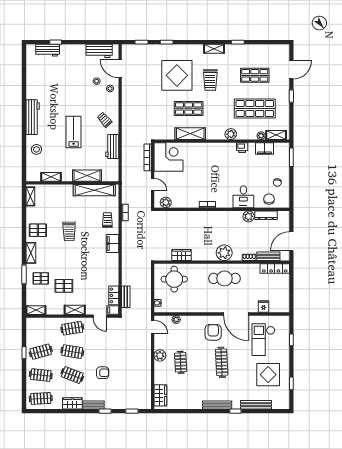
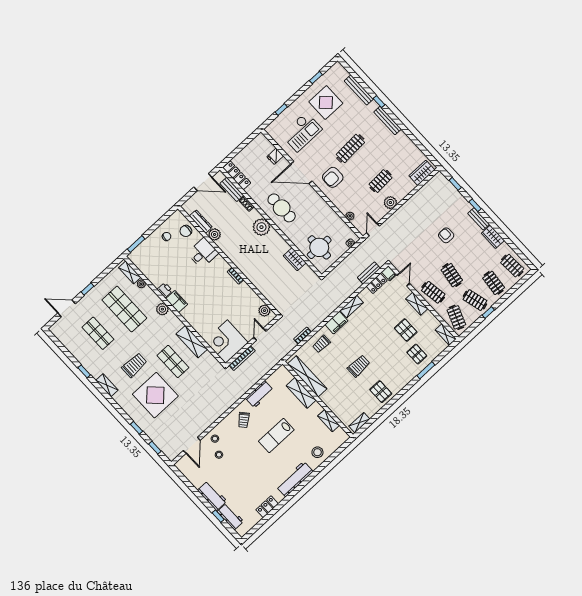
workbench: (99, 51) -> (212, 496), moved
locker: (31, 81) -> (267, 507), added
filing cabinet: (264, 149) -> (177, 302), moved
shelving: (31, 253) -> (352, 306), moved
door: (236, 314) -> (301, 173), swing flipped
clothes rail: (72, 375) -> (456, 317), moved

